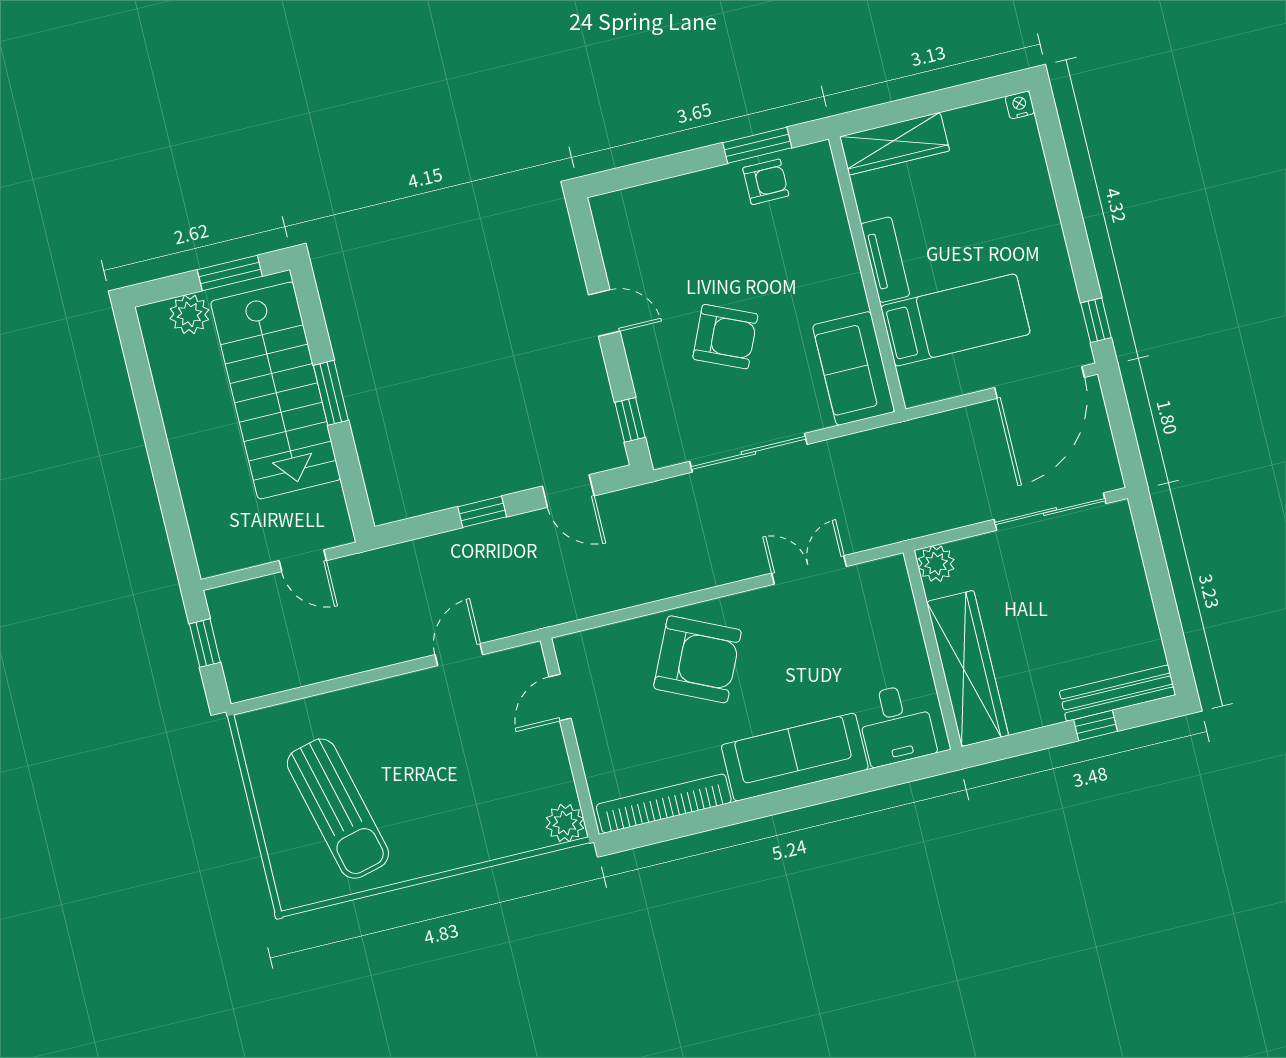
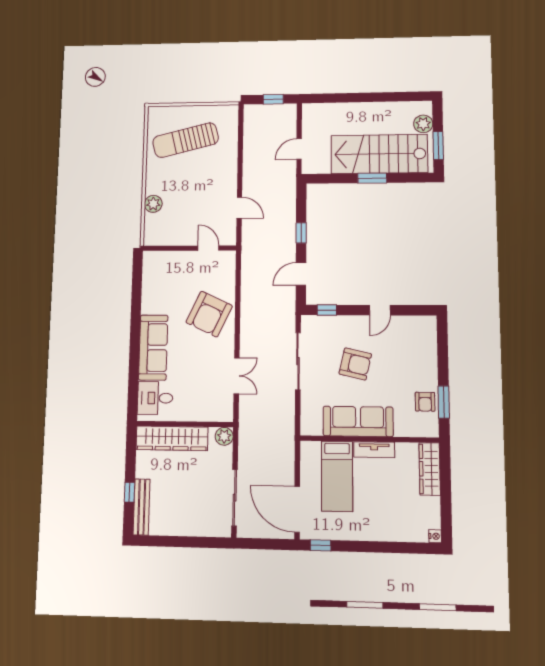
armchair: (725, 337) -> (355, 364), turned -101
sofa: (854, 368) -> (358, 421), moved, width x1.36
bookcase: (664, 803) -> (149, 283), removed
plant: (565, 823) -> (153, 204), moved

